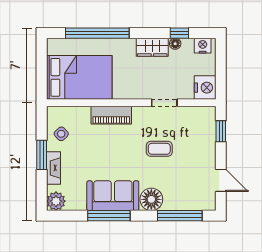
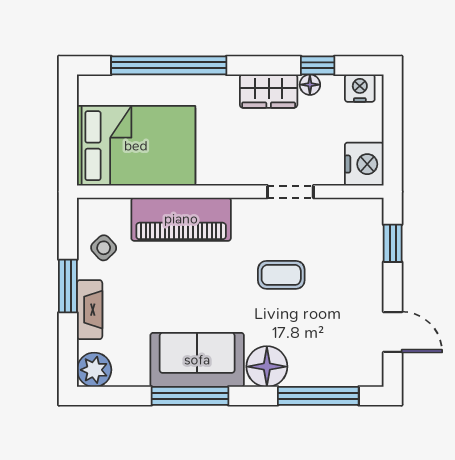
piano: (111, 115) -> (181, 219), width x1.37, depth x1.33

